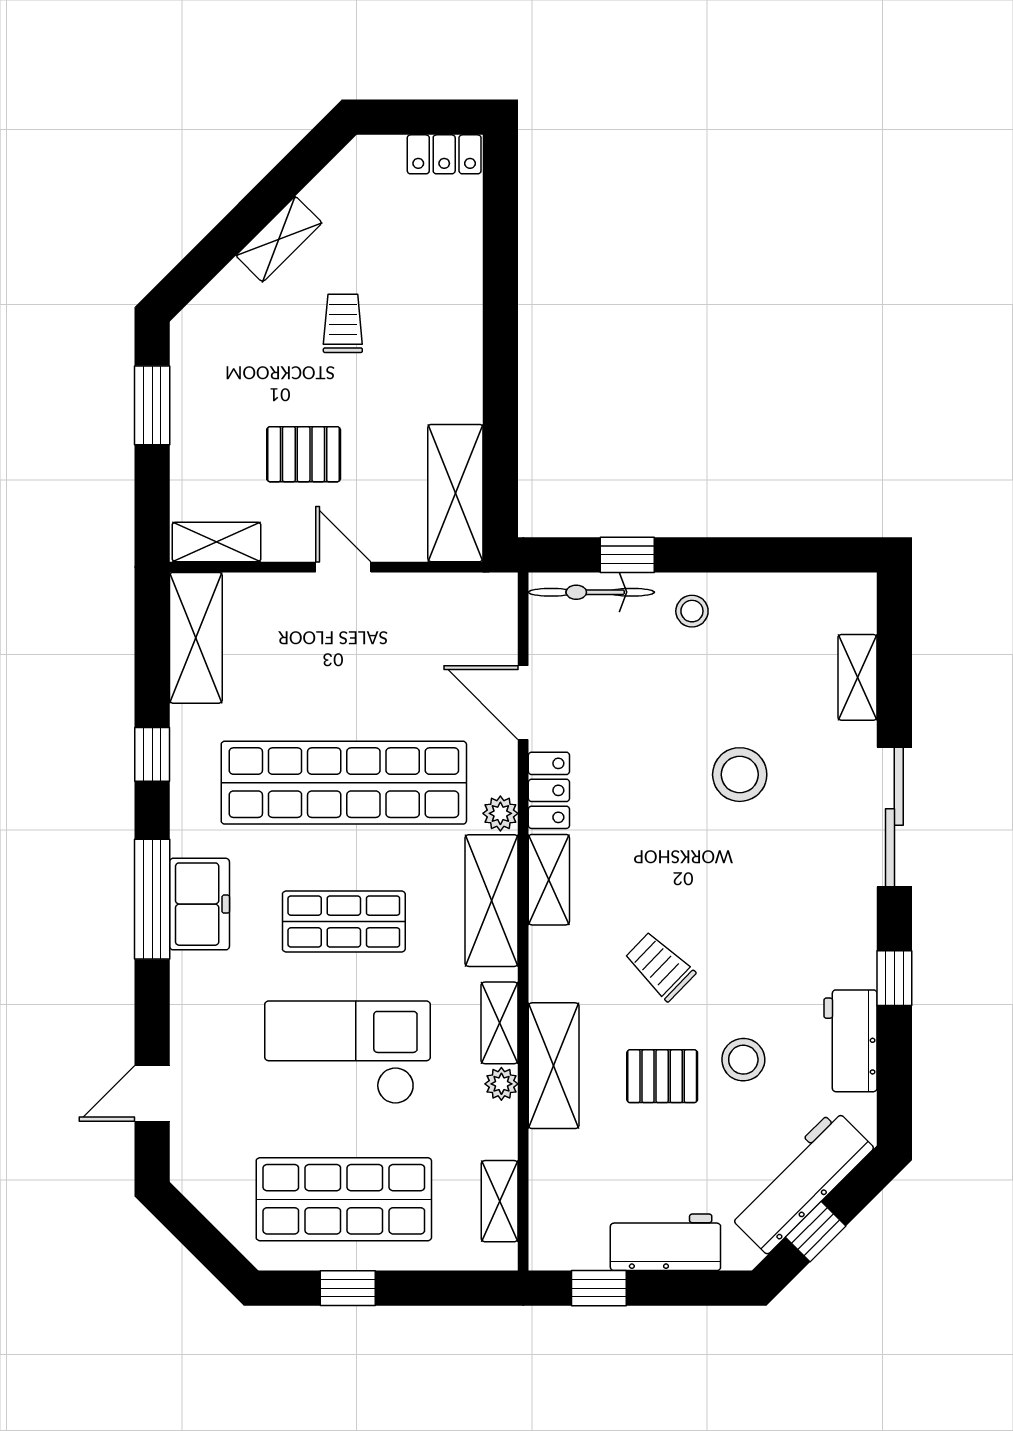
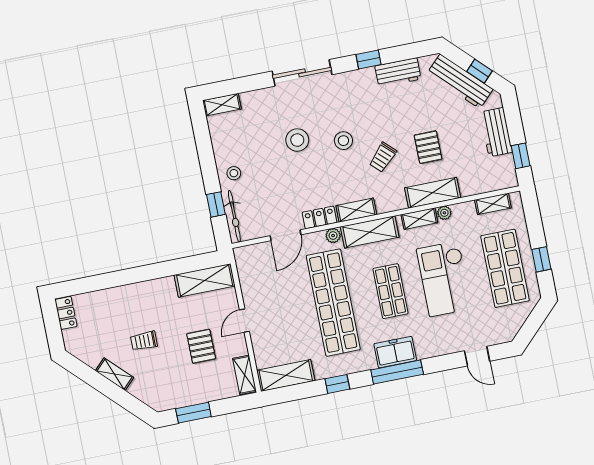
shelving: (857, 677) -> (222, 105), moved
stool: (743, 1060) -> (343, 141), moved

